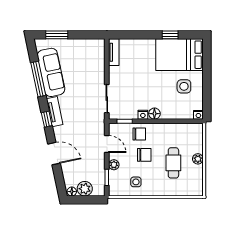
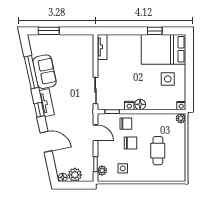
sofa: (51, 72) -> (45, 72), width x0.73
plant: (198, 159) -> (181, 118), moved
plant: (114, 165) -> (102, 170), moved

